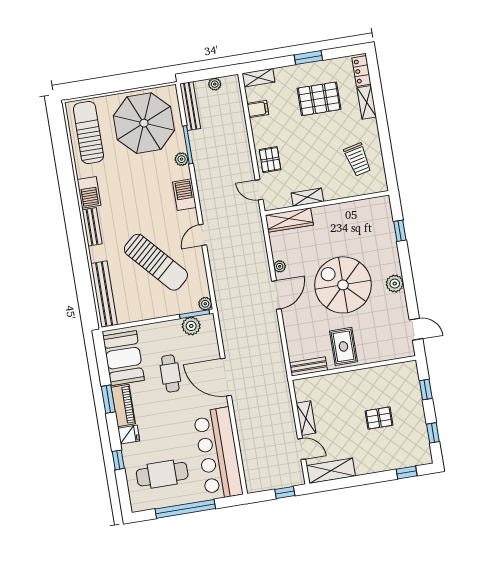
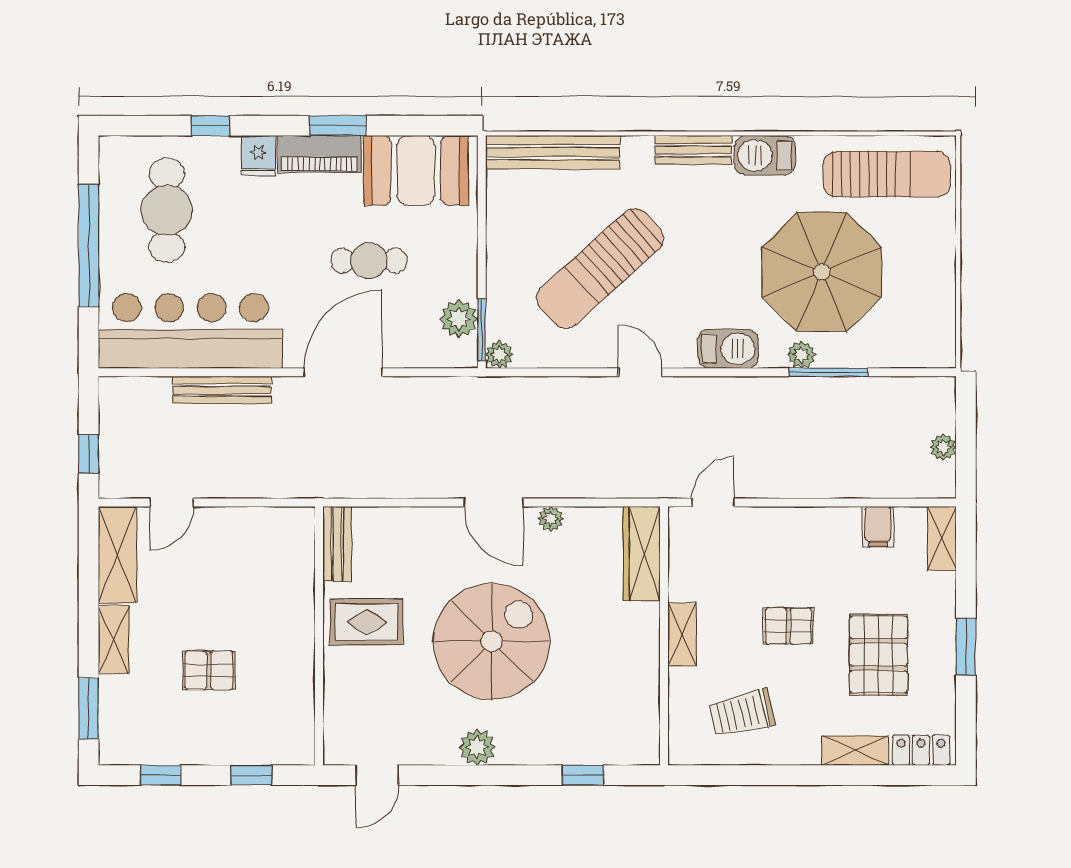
bench: (190, 106) -> (222, 390), moved
parasol: (144, 123) -> (822, 272), moved
pallet: (270, 160) -> (788, 626), moved
shelving: (307, 197) -> (682, 634), moved
shelving: (306, 418) -> (114, 640), moved, turned 90
pallet: (379, 418) -> (209, 670), turned 90
window: (407, 473) -> (89, 709), width x1.50

